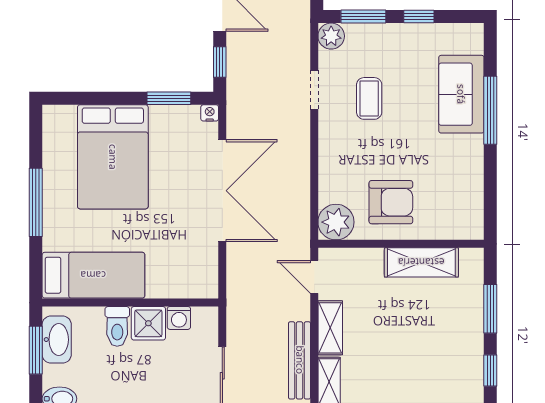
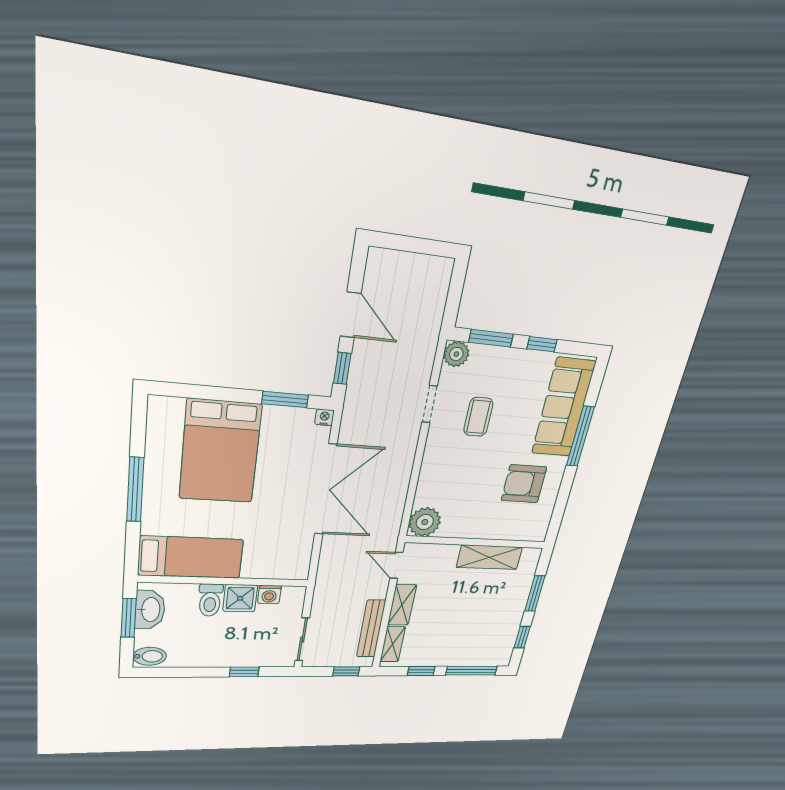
sofa: (461, 94) -> (563, 408), width x1.36
armchair: (391, 202) -> (524, 484), moved, turned 180

